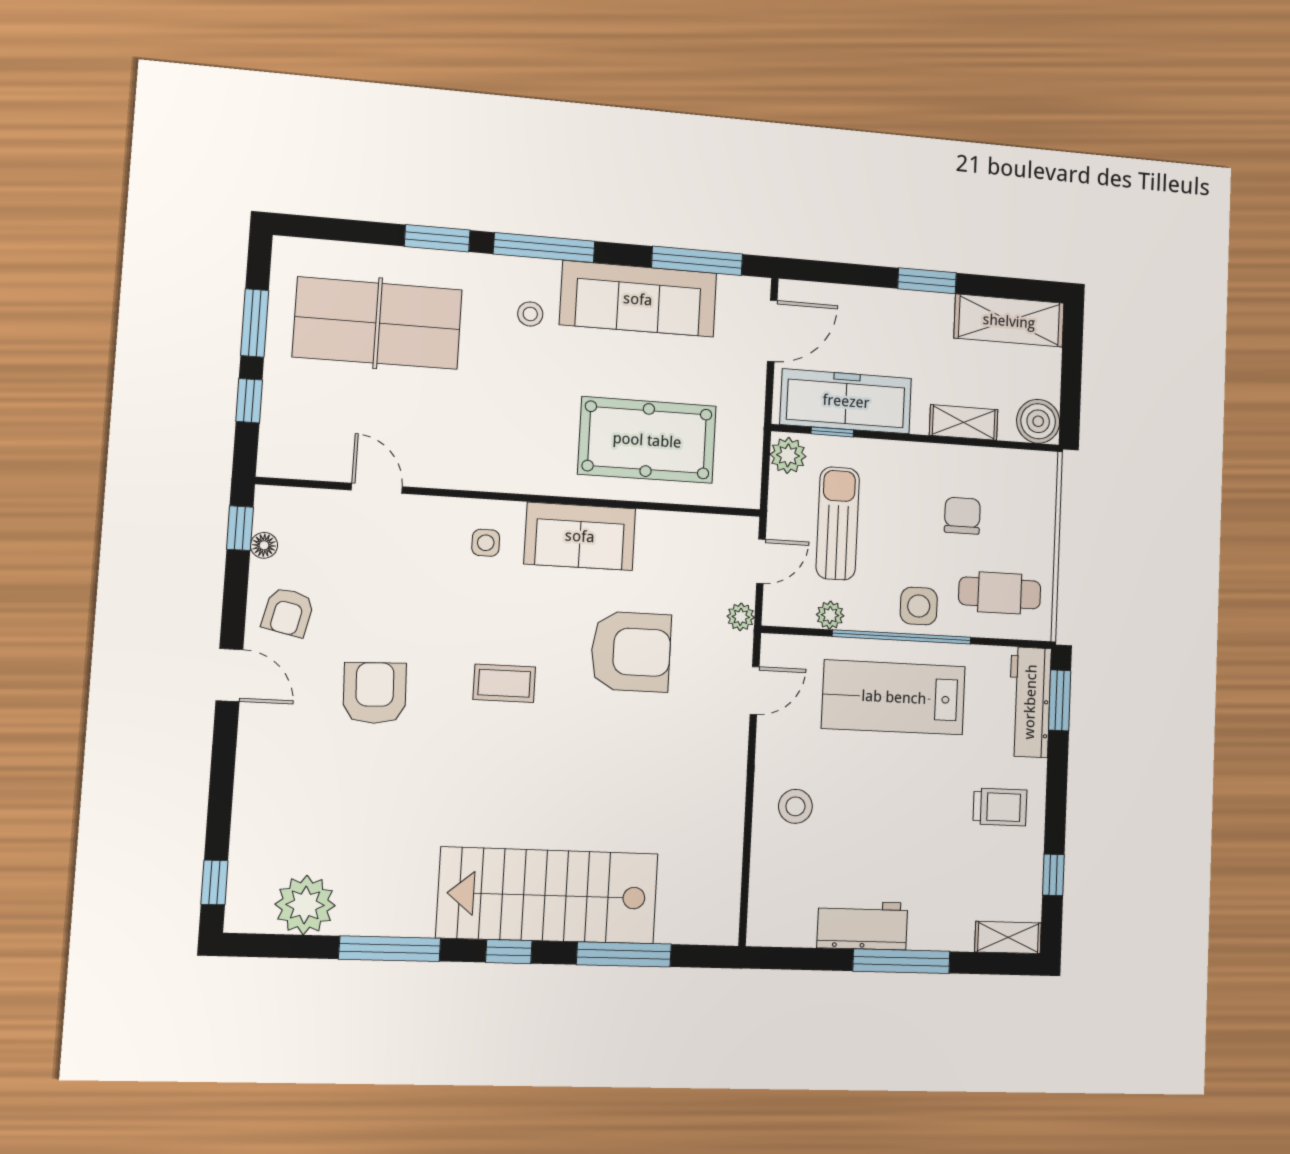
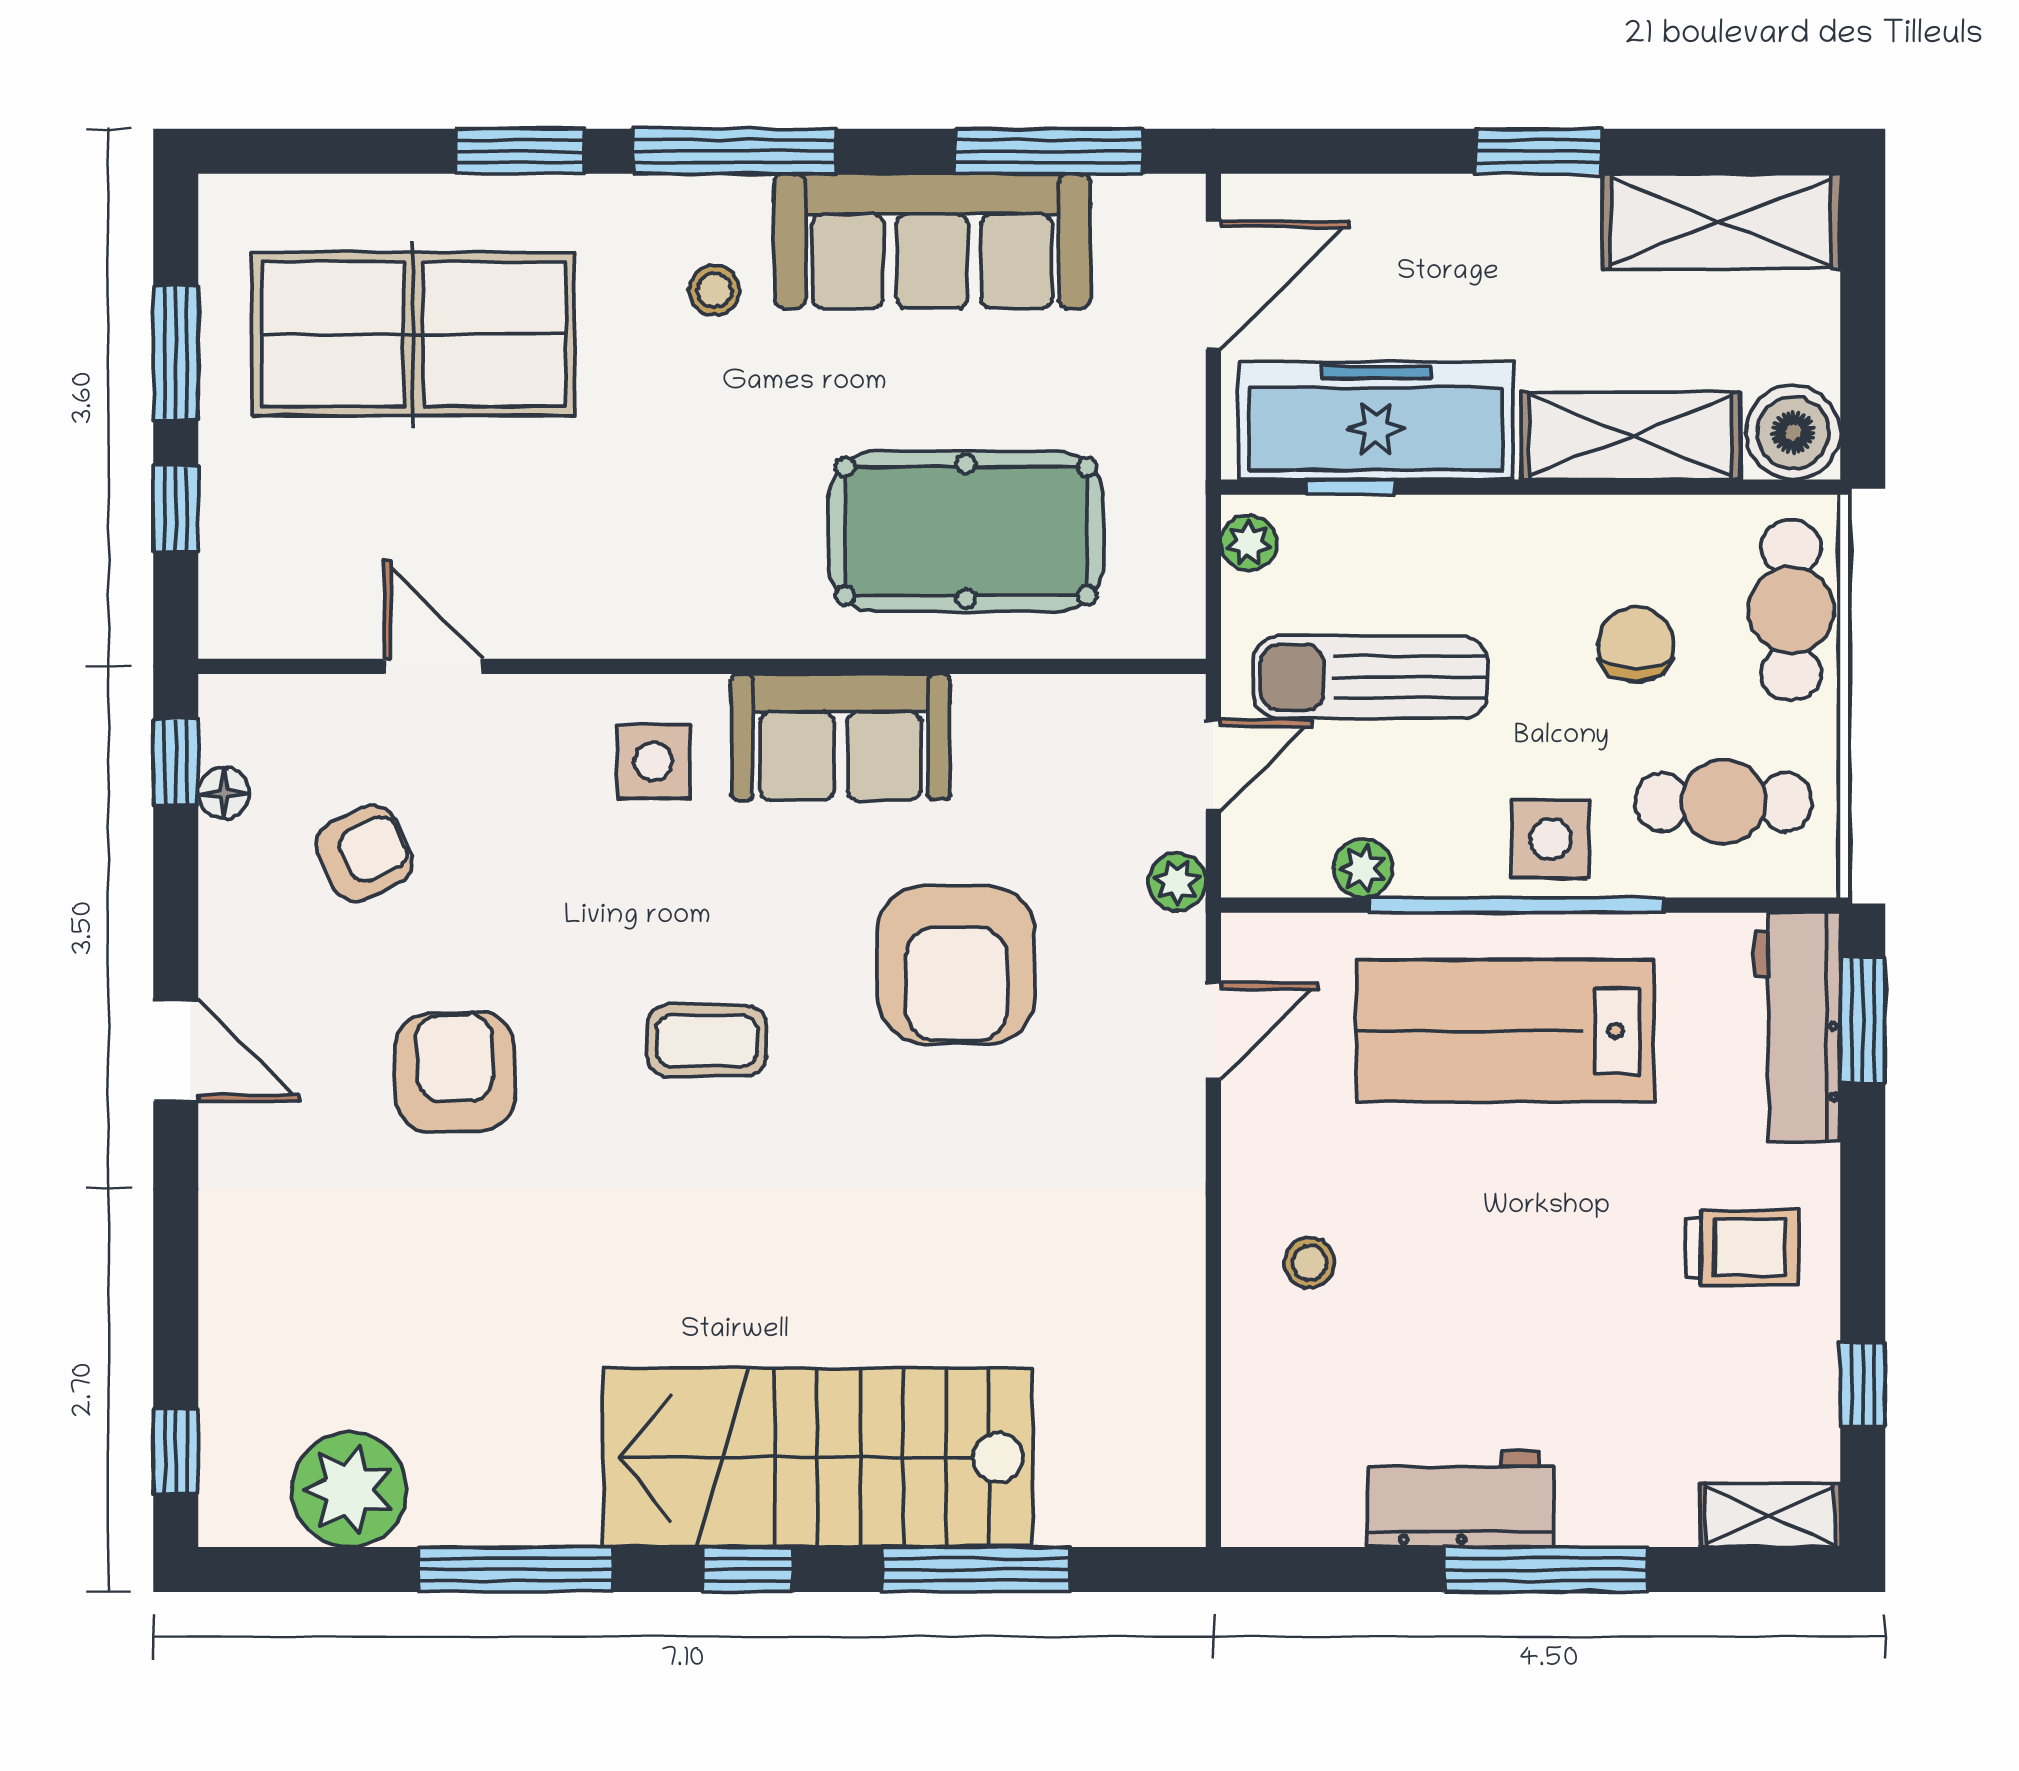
shelving: (964, 422) -> (1631, 436), width x1.50, depth x1.33
plant: (788, 455) -> (1249, 543), width x0.73, depth x0.73
cafe table: (1034, 504) -> (1791, 610), added
sun lounger: (838, 523) -> (1370, 677), turned -90
side table: (486, 543) -> (653, 762), width x1.37, depth x1.37
armchair: (288, 612) -> (364, 853), moved, turned -128
armchair: (631, 652) -> (956, 965), turned 90
stool: (795, 806) -> (1310, 1263), width x0.73, depth x0.73

